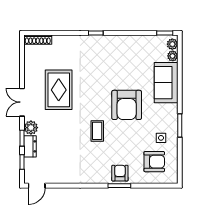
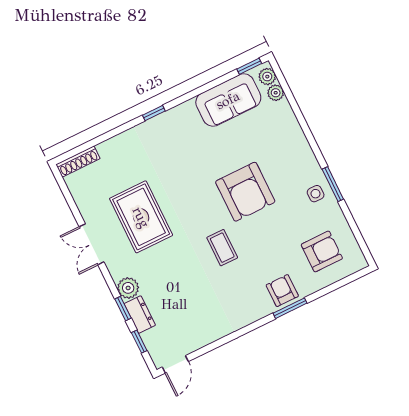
sofa: (166, 83) -> (228, 100), moved, turned -90
double door: (22, 102) -> (92, 244), moved
side table: (161, 138) -> (316, 194), moved

